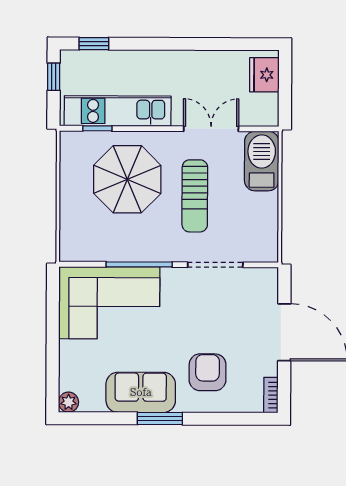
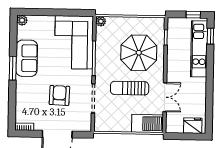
kitchen unit: (118, 111) -> (199, 49), moved, turned 180
plant: (69, 252) -> (101, 21), added
armchair: (208, 372) -> (59, 95), moved, turned -88

